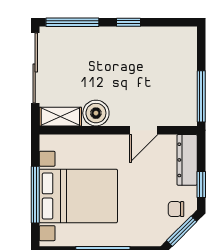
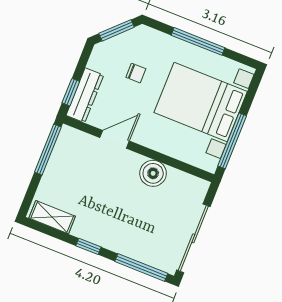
shelving: (60, 117) -> (52, 217), moved
window: (201, 185) -> (71, 92), moved
window: (35, 195) -> (232, 141), moved
chair: (176, 209) -> (136, 73), moved

